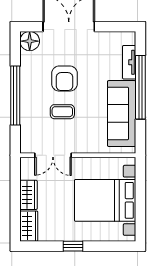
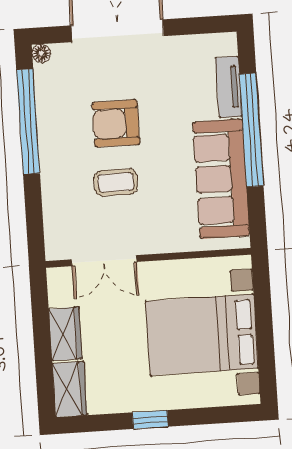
floor lamp: (30, 41) -> (41, 53), width x0.53, depth x0.53
armchair: (64, 79) -> (116, 123), turned 90
window: (15, 96) -> (28, 122), moved

